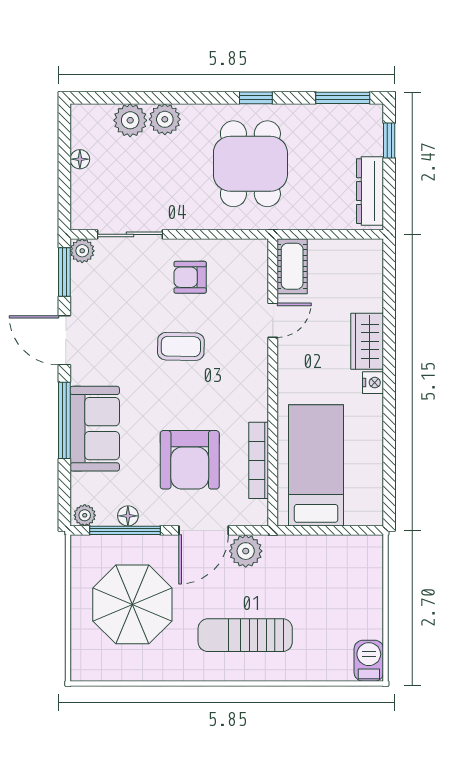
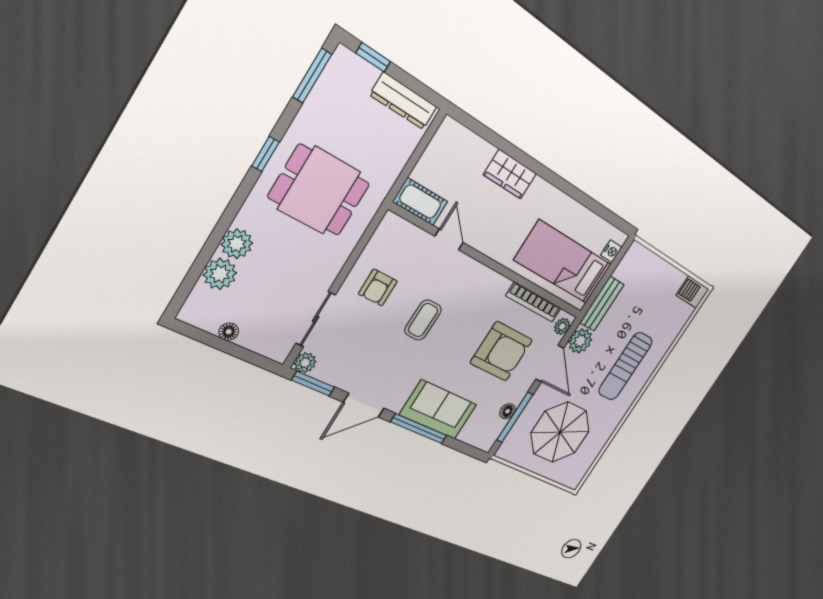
nightstand: (373, 383) -> (611, 251), moved, turned 90
plant: (85, 515) -> (562, 326), moved
bench: (298, 548) -> (602, 304), added

